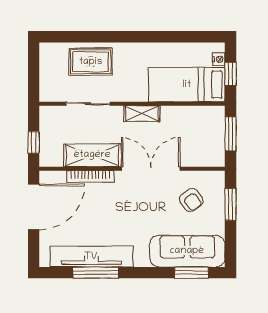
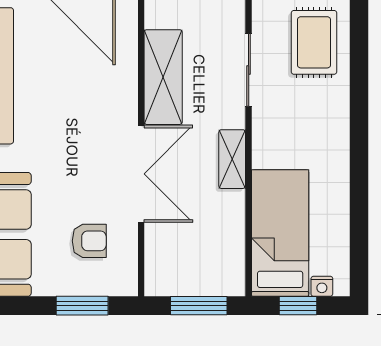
rug: (91, 62) -> (314, 42), moved
bookcase: (90, 177) -> (128, 74), removed
armchair: (191, 200) -> (89, 241), turned -143

